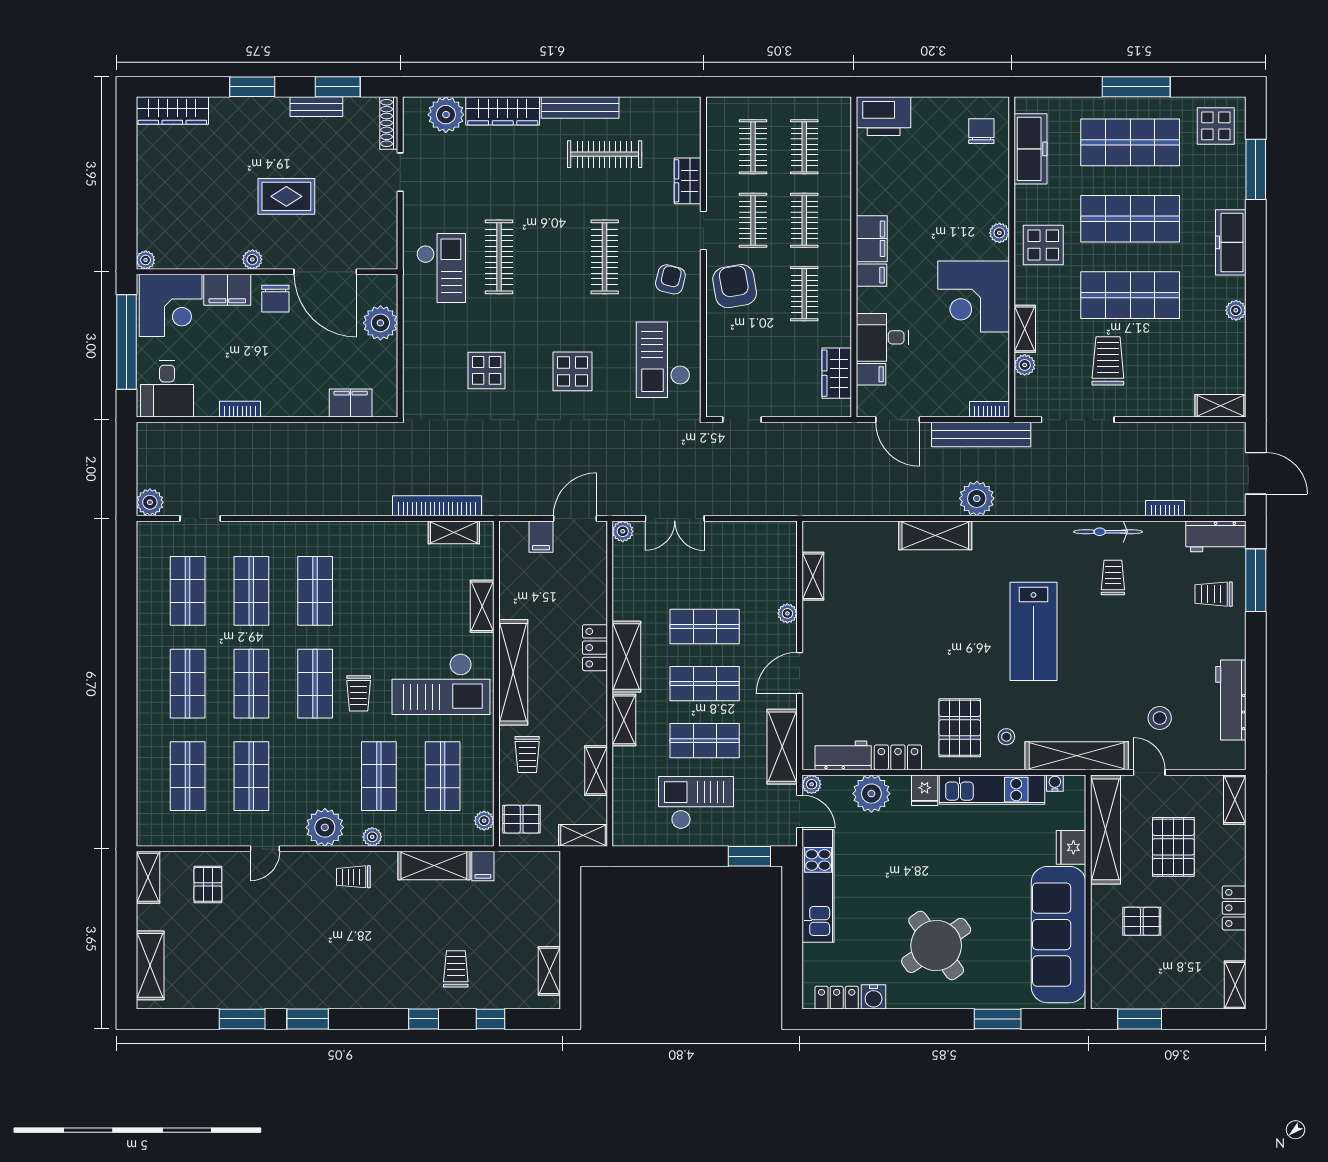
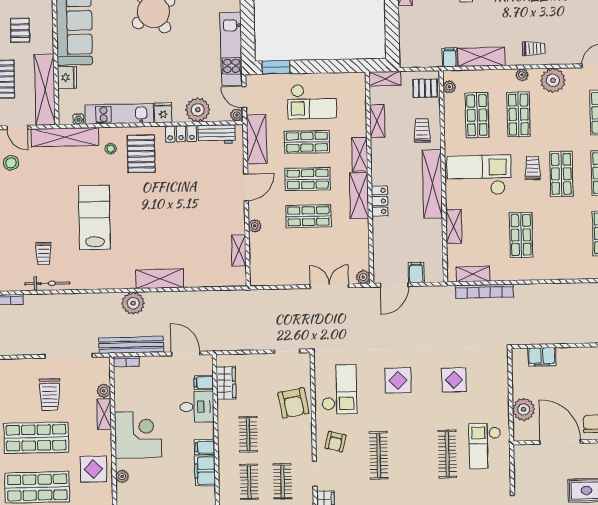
armchair: (735, 286) -> (293, 403), moved
shop shelf: (315, 591) -> (521, 235), moved
pallet: (1142, 921) -> (20, 30), turned 90

